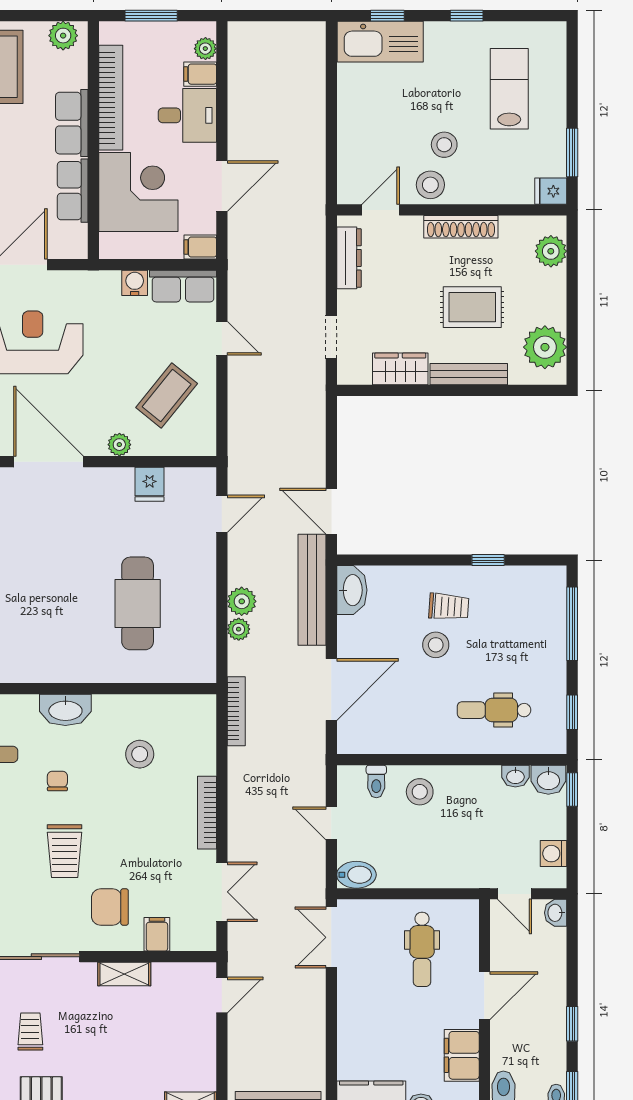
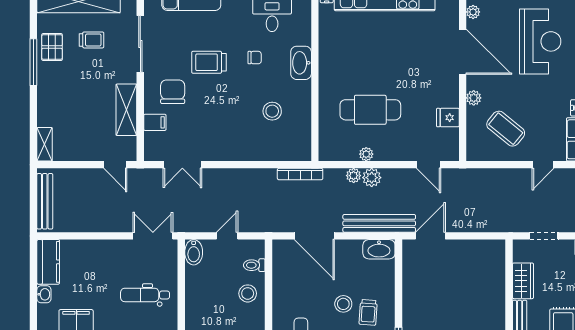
door: (48, 462) -> (463, 52), hinge flipped
plant: (206, 610) -> (366, 154), added
bookcase: (207, 813) -> (234, 155), removed
shelving: (124, 974) -> (126, 110), width x1.50, depth x1.33

